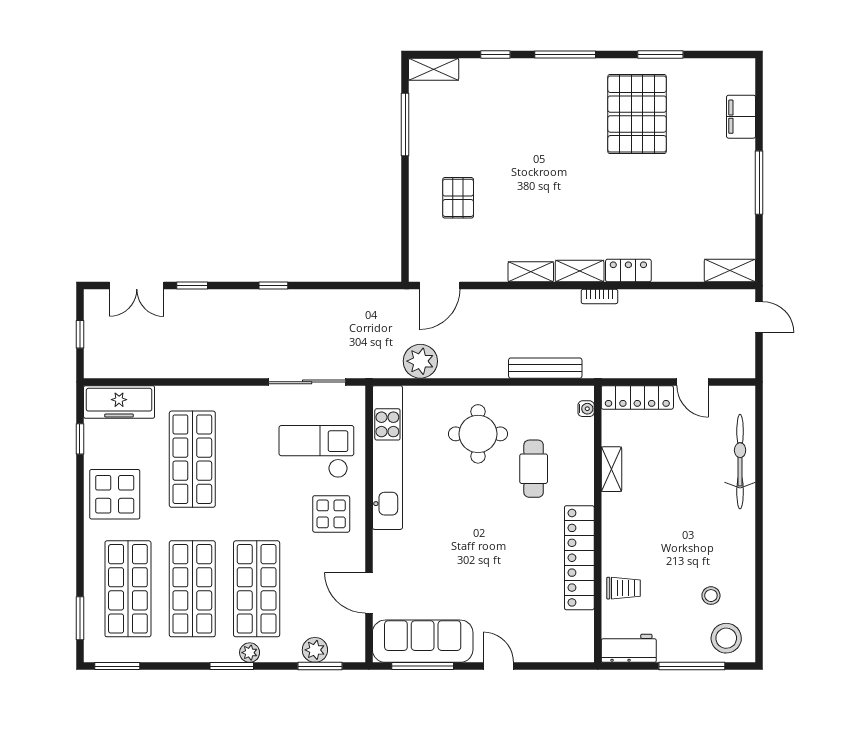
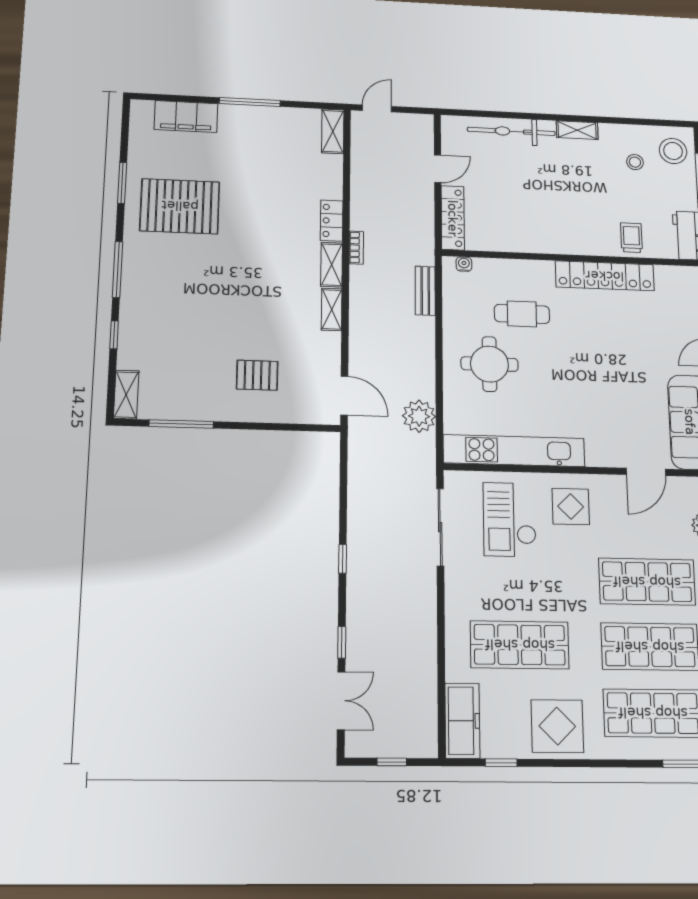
filing cabinet: (741, 117) -> (186, 117), width x1.50, depth x1.17
bench: (545, 368) -> (425, 291), width x0.73
shelving: (611, 469) -> (577, 130), moved

